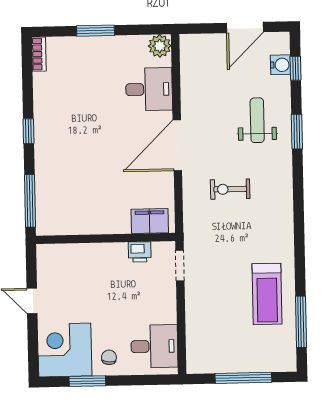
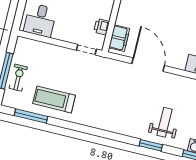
weight bench: (257, 120) -> (164, 122), turned -90
door: (177, 145) -> (148, 65), moved
exercise bike: (230, 189) -> (18, 78), moved

